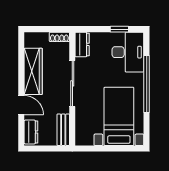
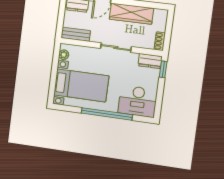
window: (119, 29) -> (163, 69), moved
sliding door: (72, 83) -> (116, 48), width x0.73
plant: (88, 140) -> (64, 55), added

